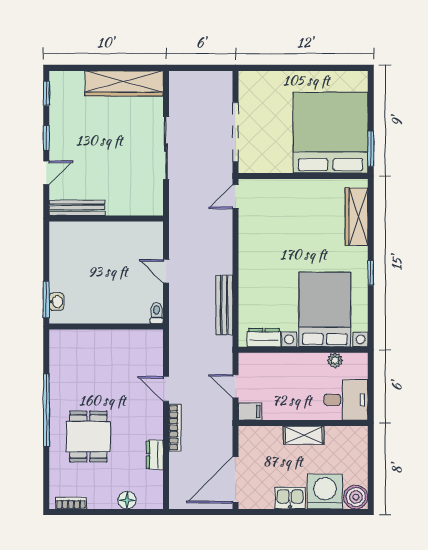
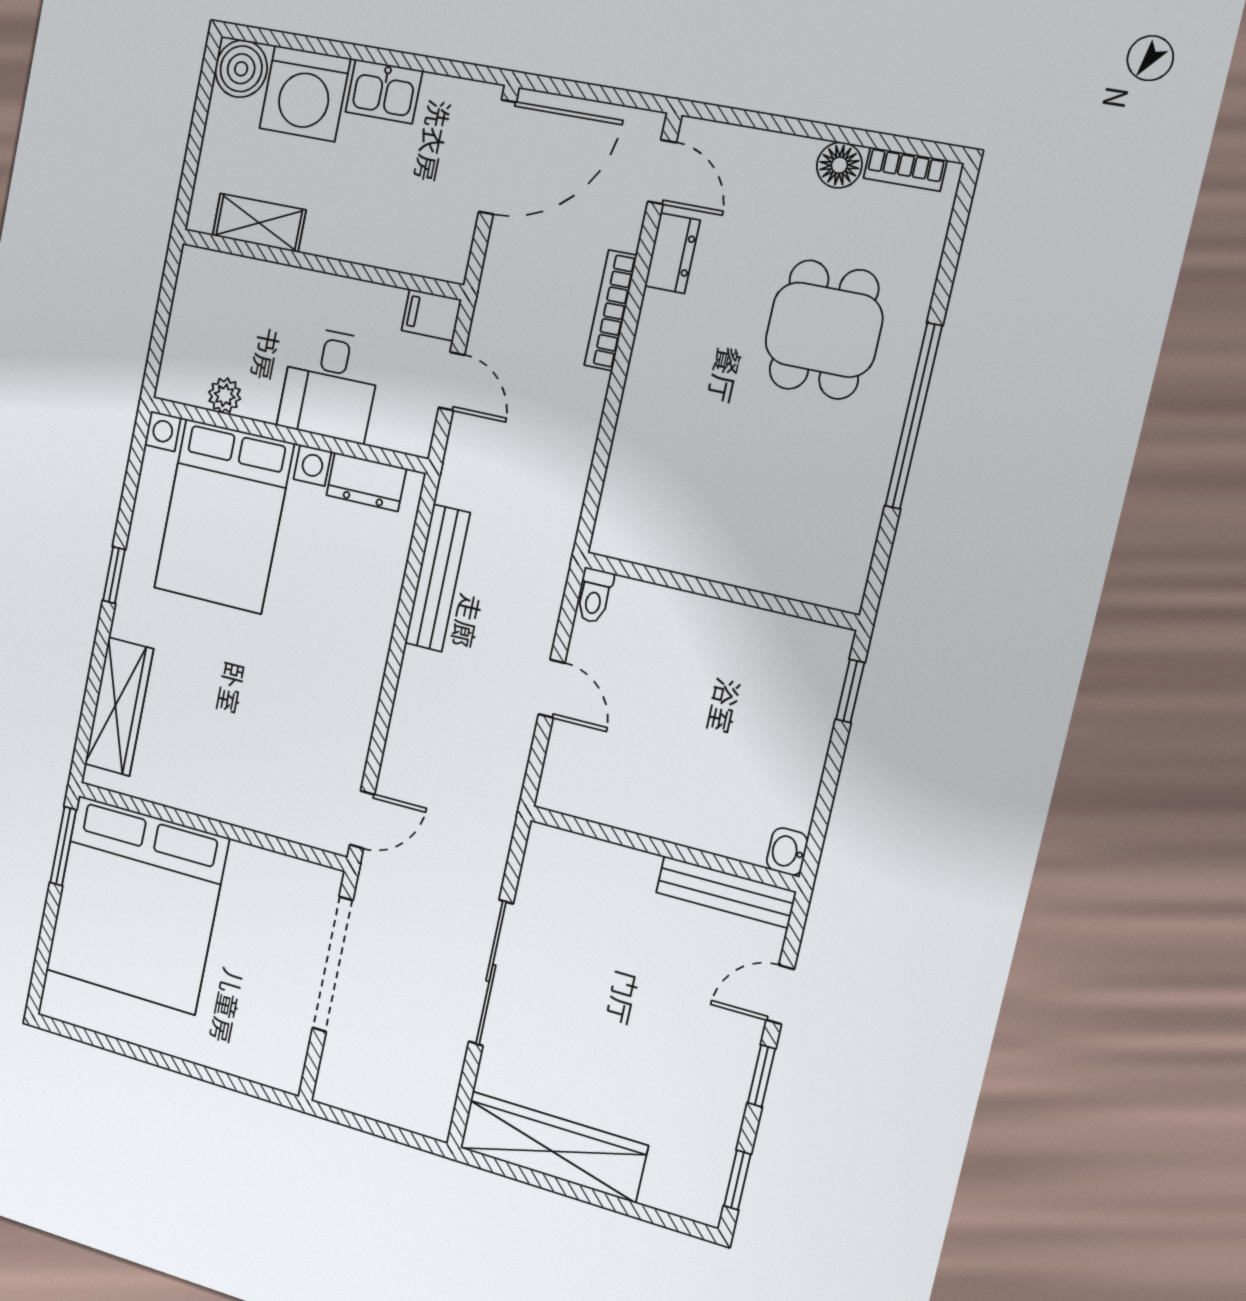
window: (46, 300) -> (850, 691), width x0.67
washbasin: (56, 302) -> (787, 852), moved
door: (166, 389) -> (662, 172), moved
desk: (346, 400) -> (330, 384), moved, turned -90
shelving: (304, 435) -> (259, 223), moved
floor lamp: (127, 500) -> (839, 165), moved

